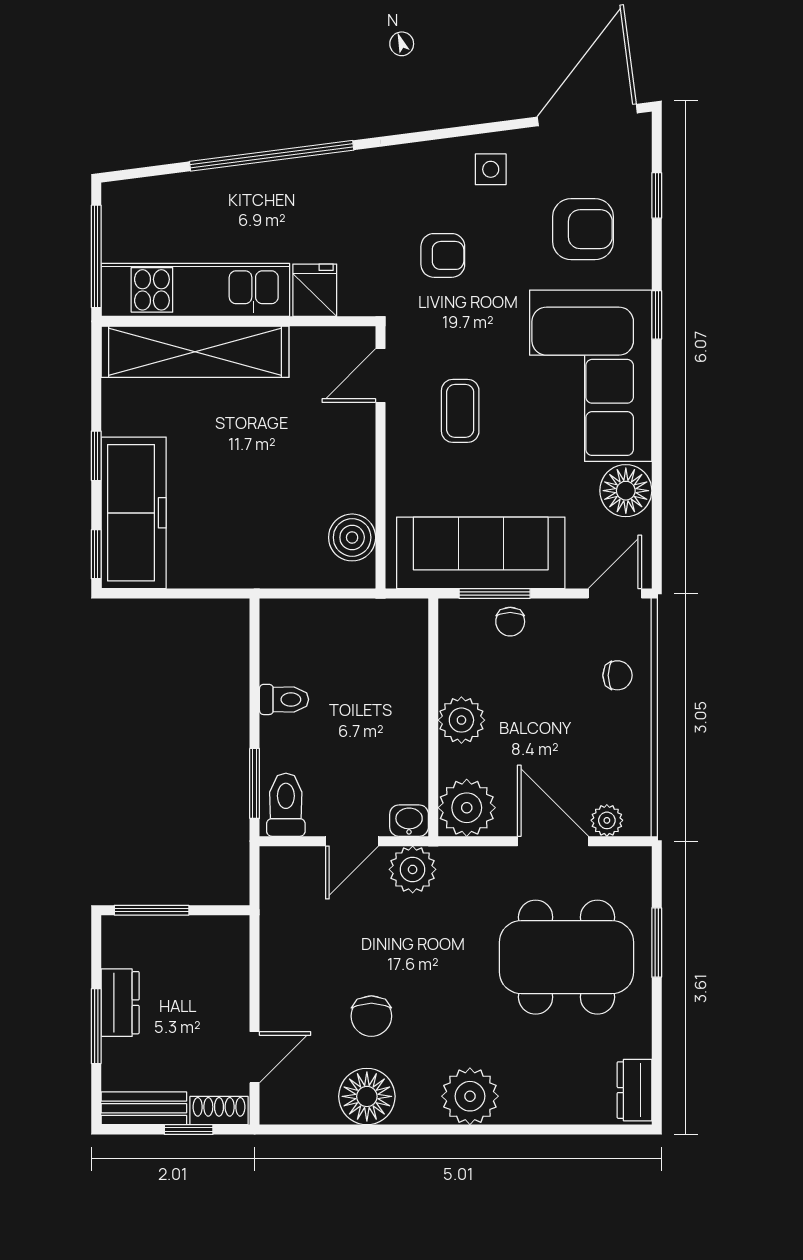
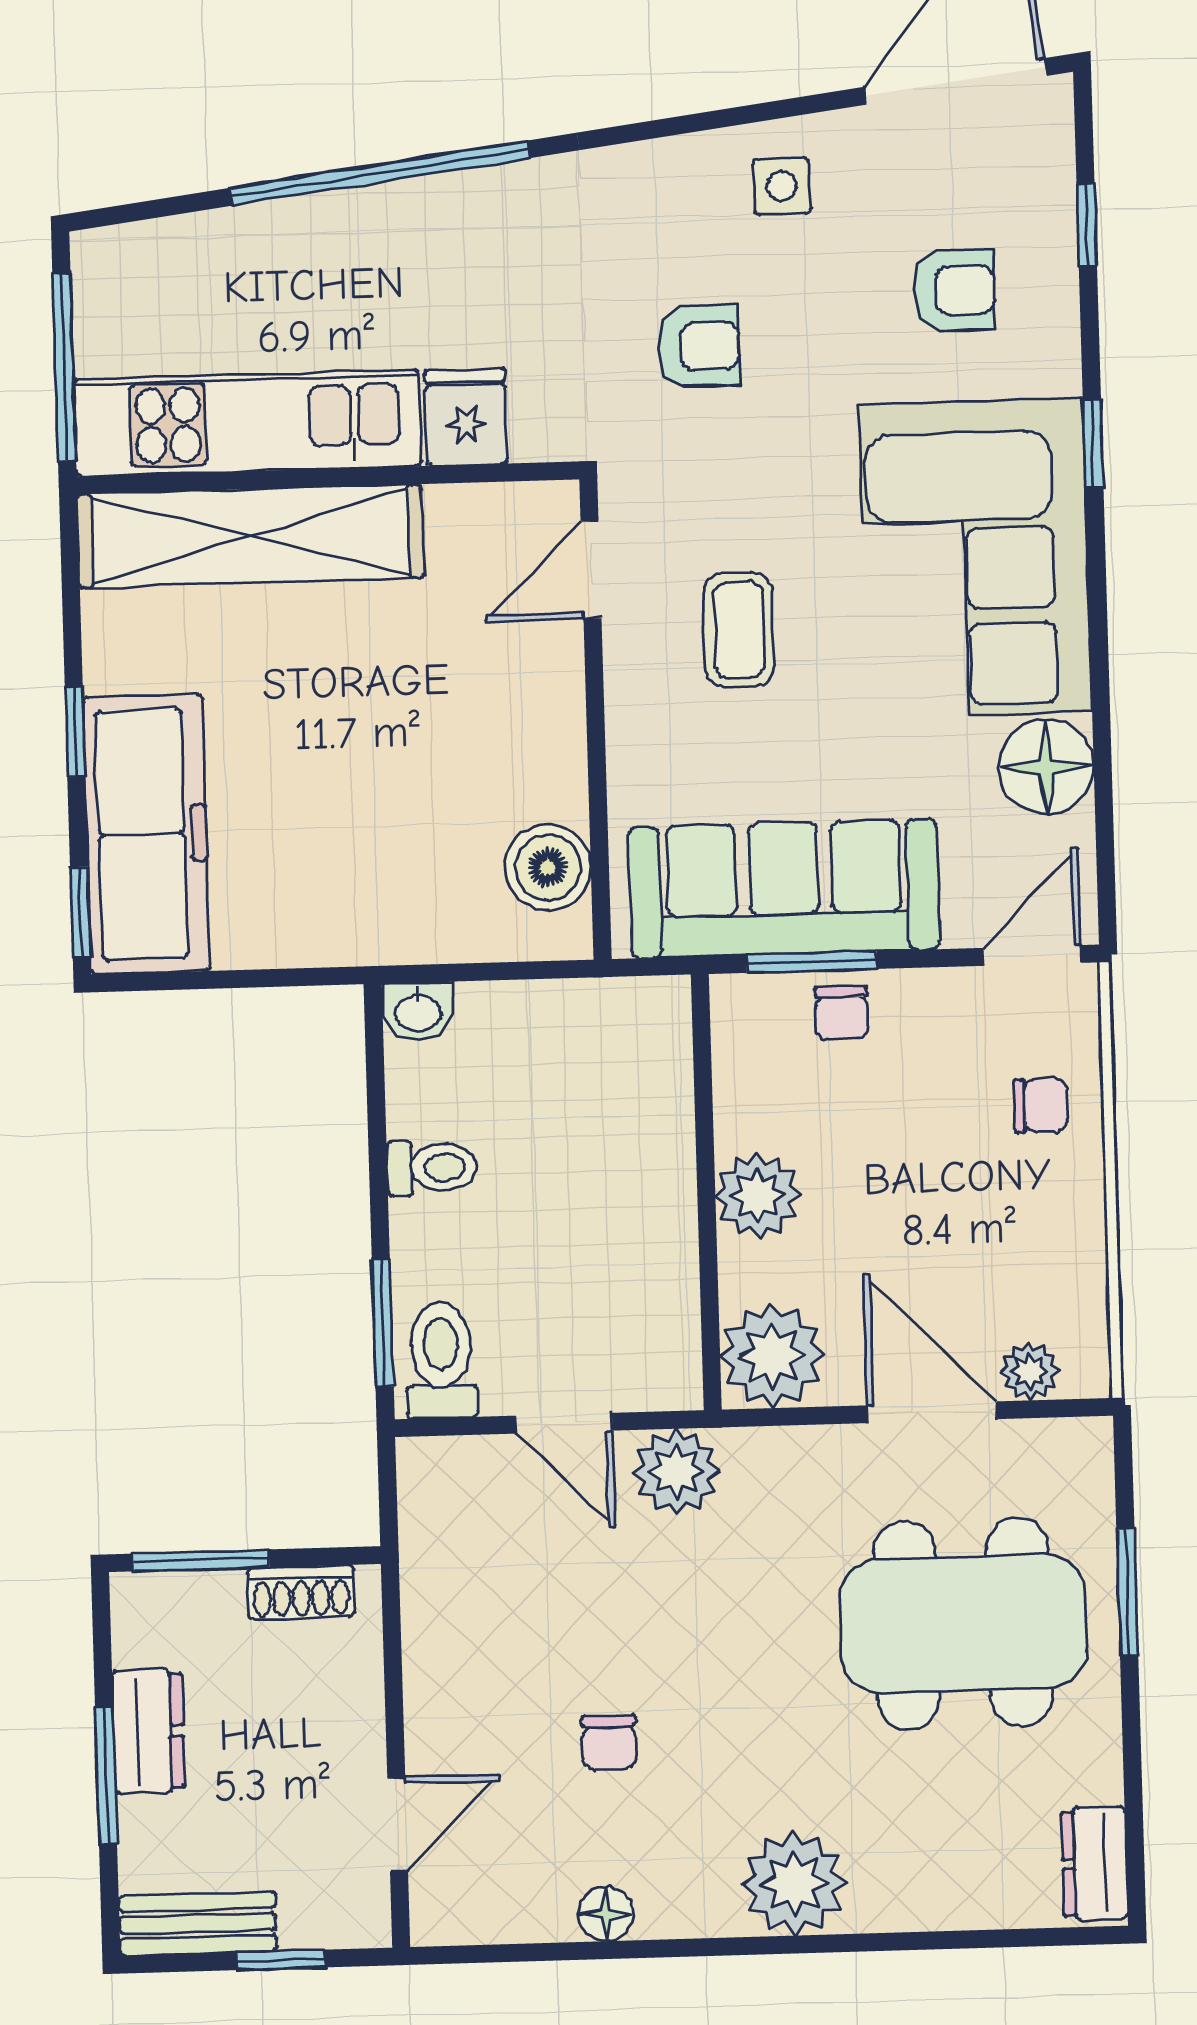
armchair: (583, 229) -> (954, 290), width x0.72, depth x0.72
washbasin: (409, 821) -> (418, 1011), moved, turned 180
door: (352, 841) -> (564, 1423), hinge flipped
chair: (371, 1016) -> (609, 1742), width x0.73, depth x0.73
floor lamp: (367, 1096) -> (606, 1914), width x0.53, depth x0.53
shoe rack: (219, 1111) -> (301, 1592), moved, turned 180

